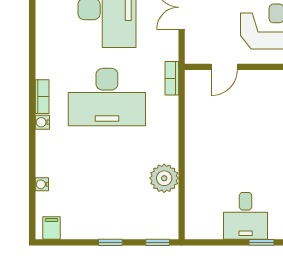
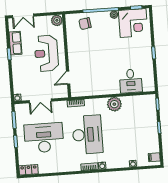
door: (224, 67) -> (68, 78), swing flipped
plant: (164, 178) -> (114, 104), moved
desk: (246, 216) -> (131, 81), moved, turned 90

